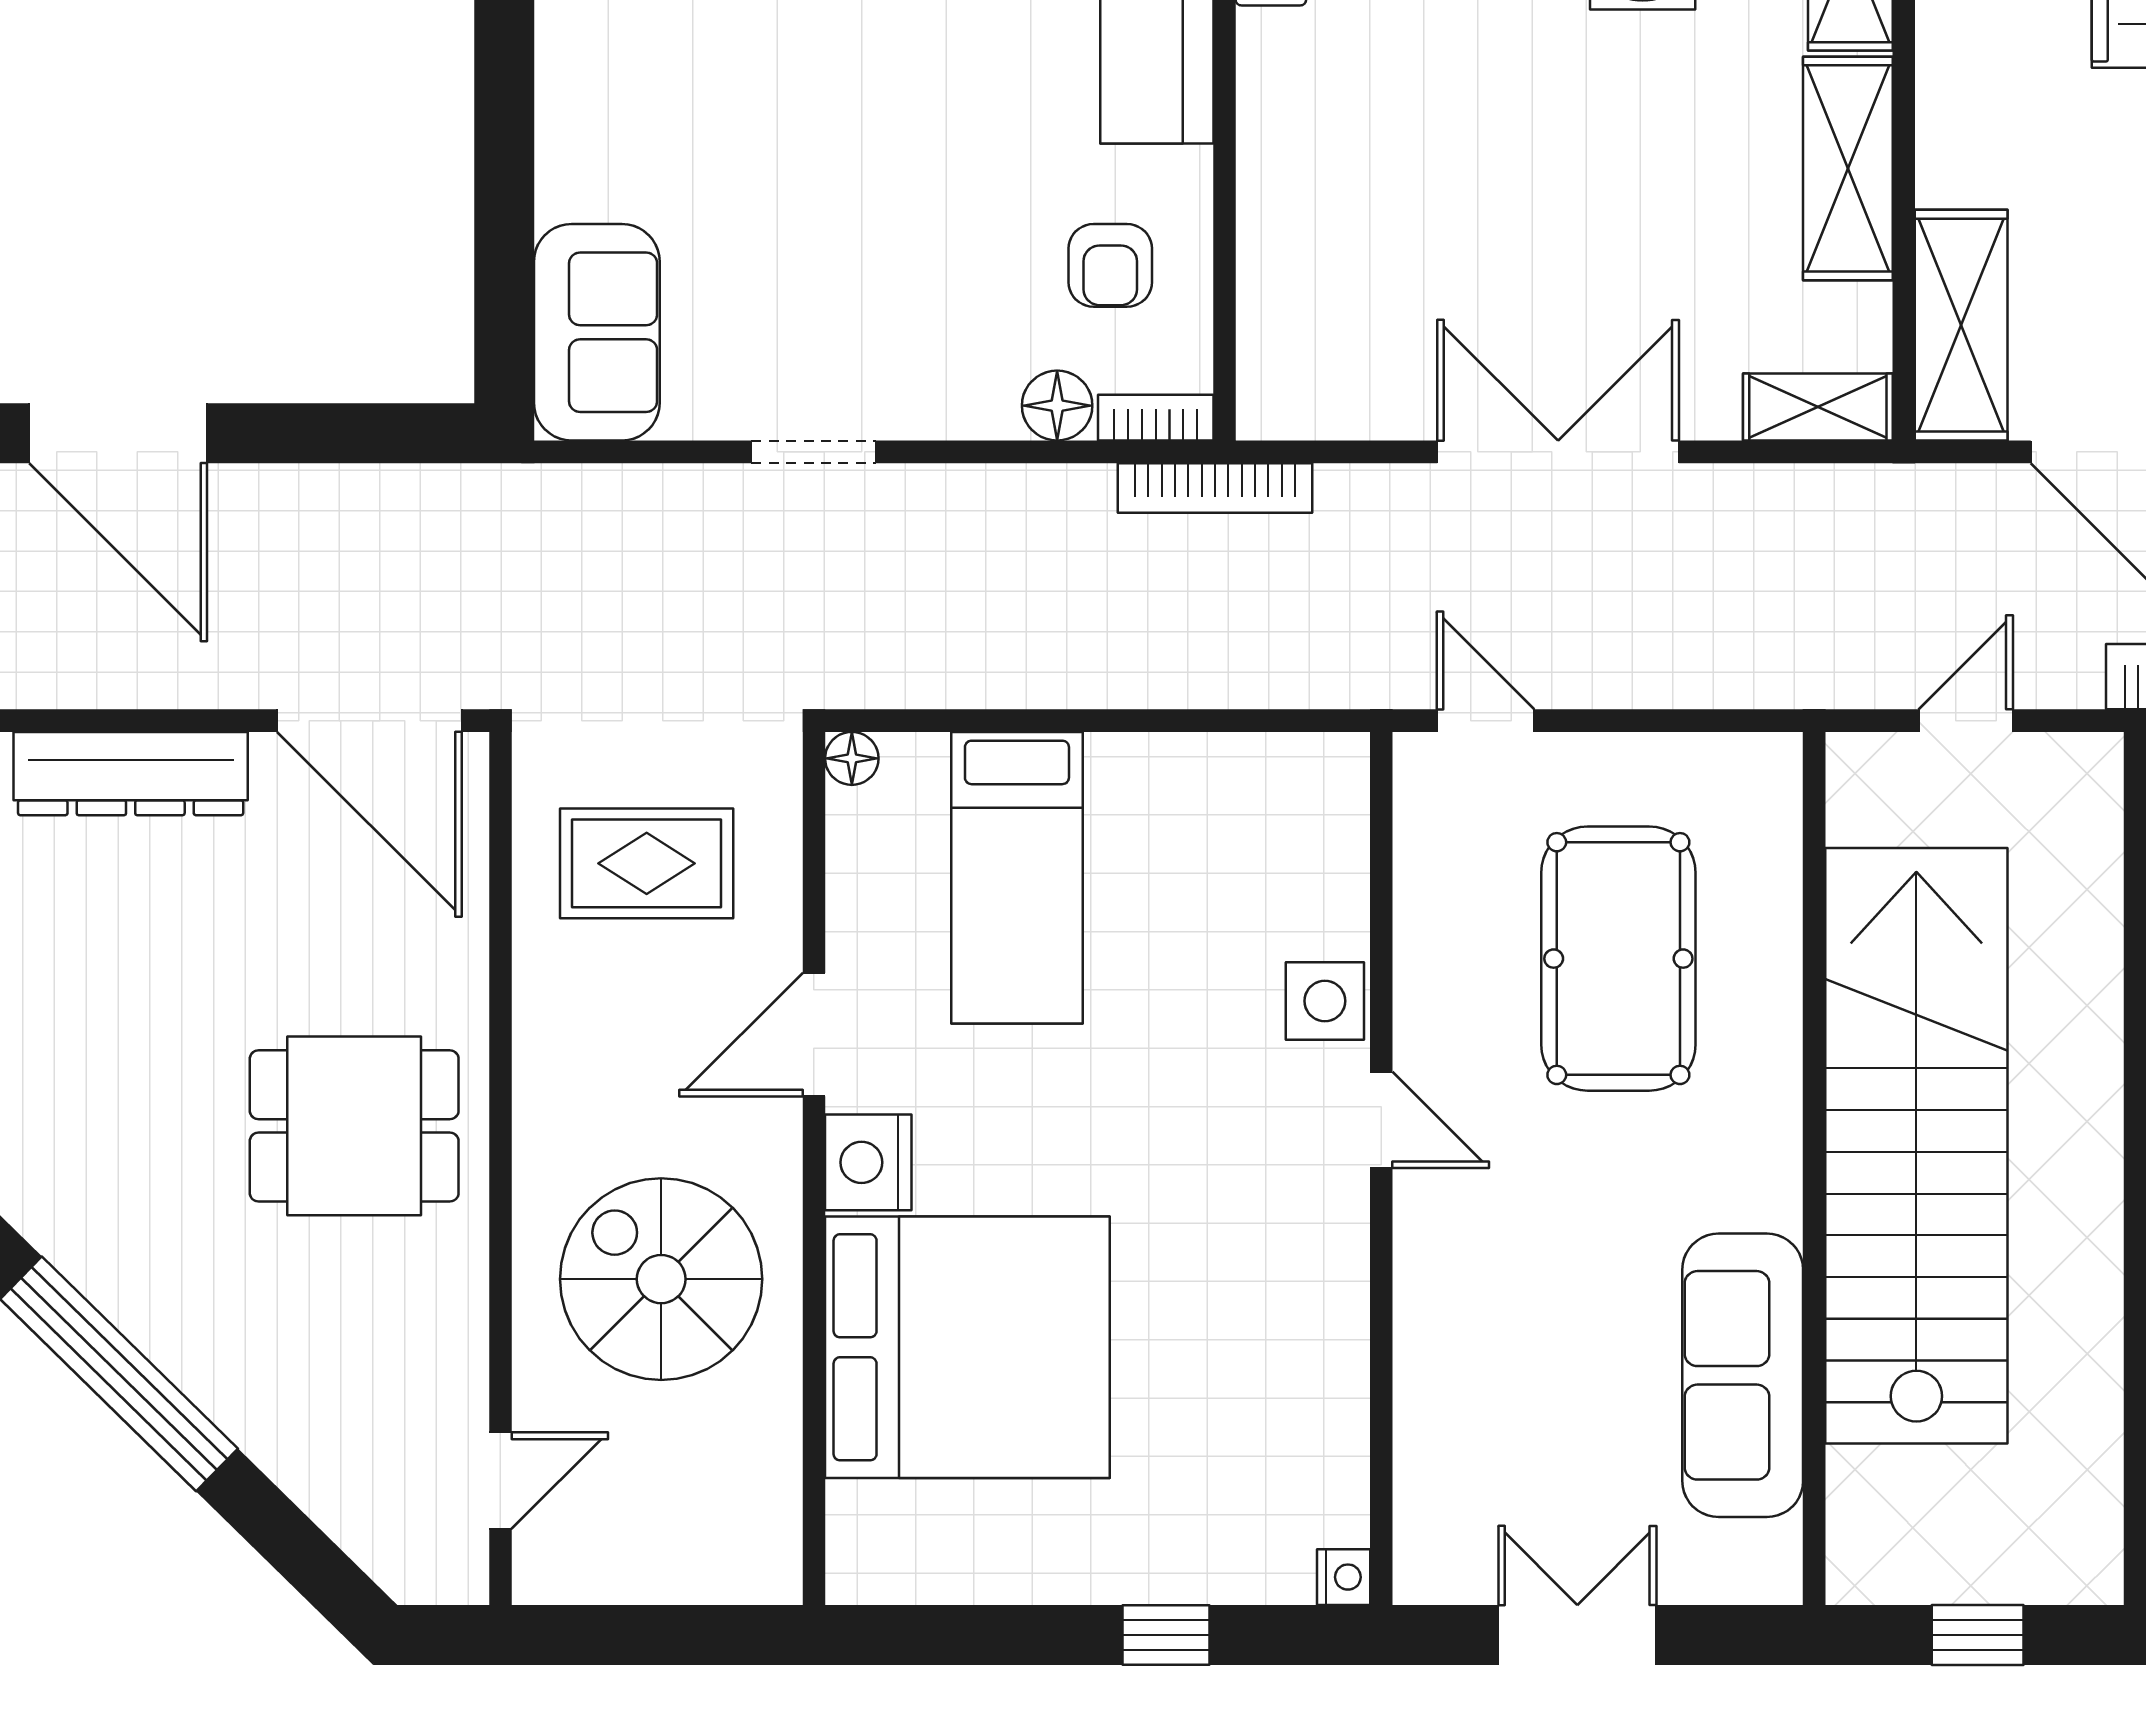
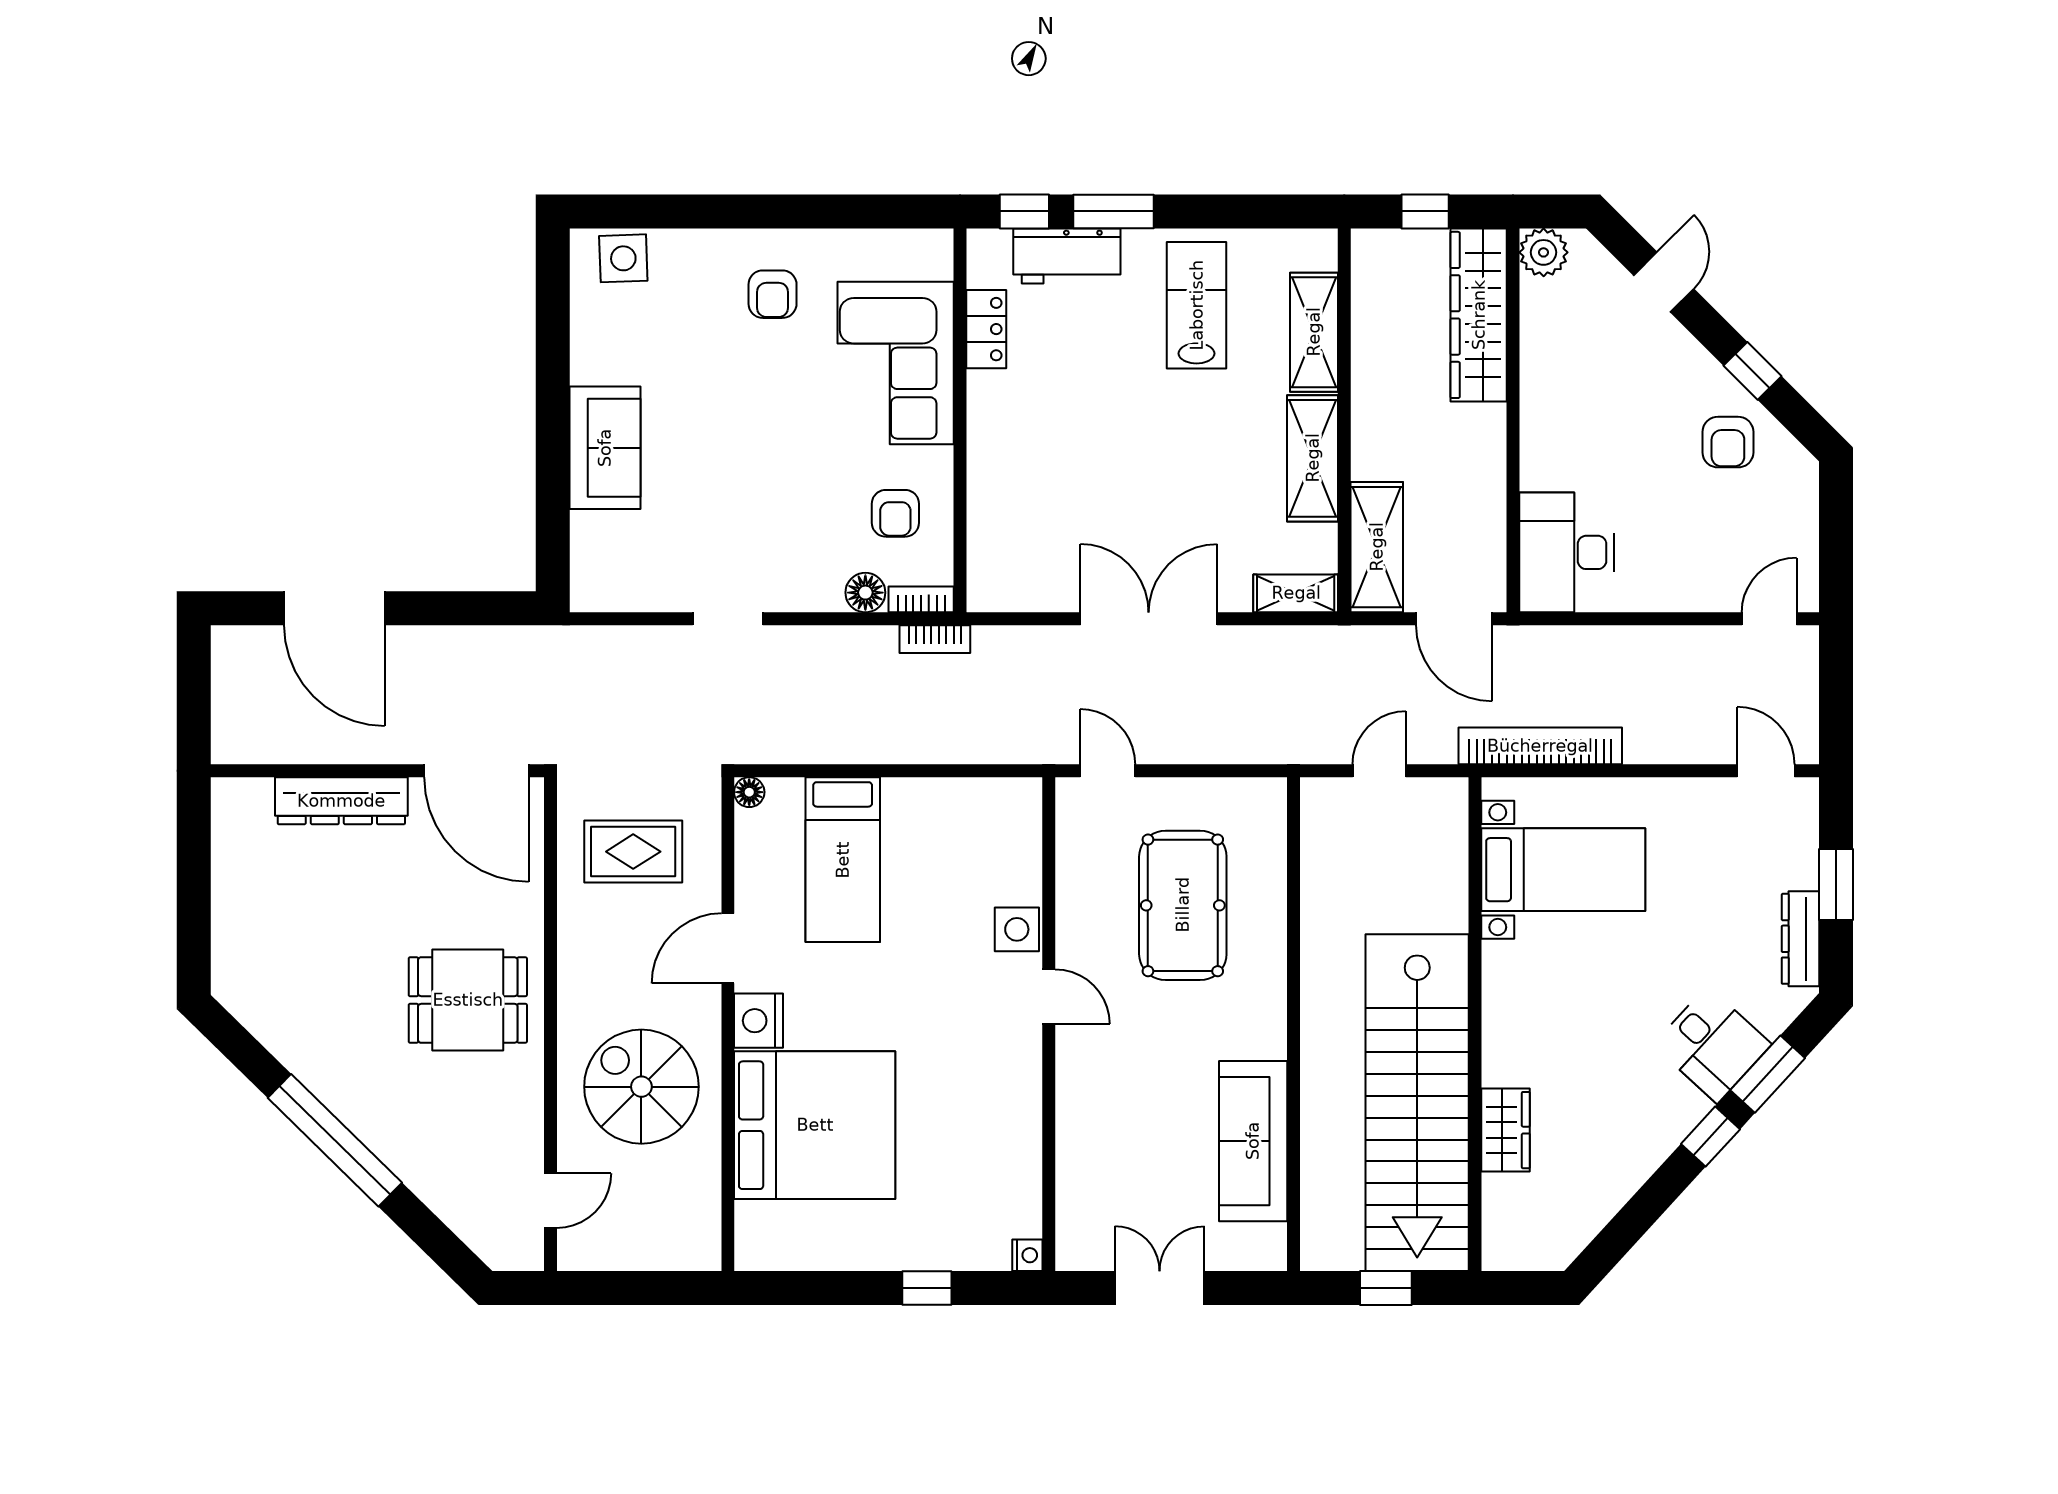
sofa: (597, 332) -> (605, 448), moved
bookcase: (1215, 488) -> (935, 639), width x0.64
stairs: (1916, 1146) -> (1417, 1103), moved, turned 180

